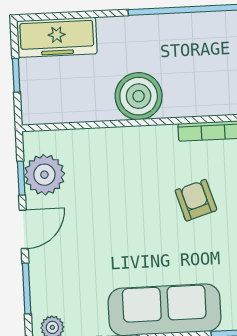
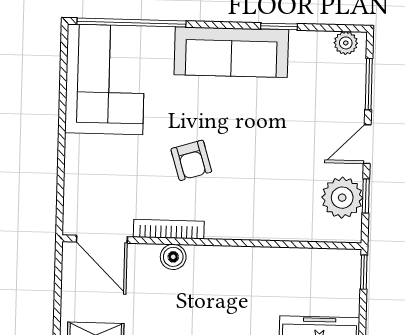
window: (16, 75) -> (364, 272), moved
boiler: (139, 96) -> (173, 257), moved, width x0.54, depth x0.54

